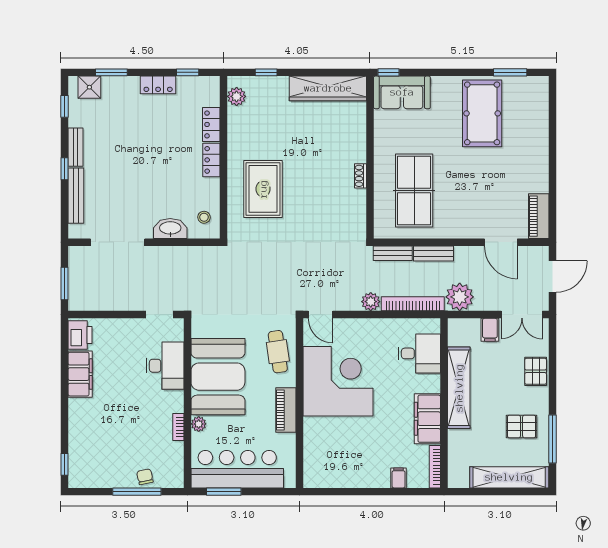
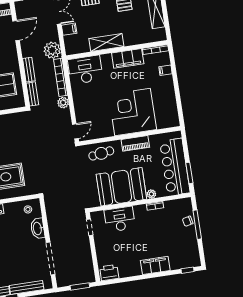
desk: (419, 353) -> (85, 70), width x1.37
filing cabinet: (80, 374) -> (155, 265), moved
corner desk: (338, 381) -> (133, 112), moved
shelving: (459, 388) -> (106, 42), width x0.68

